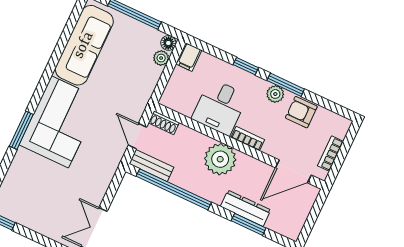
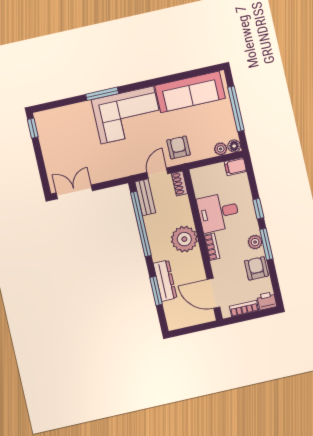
armchair: (129, 97) -> (178, 147), added
printer: (340, 126) -> (267, 301), added

